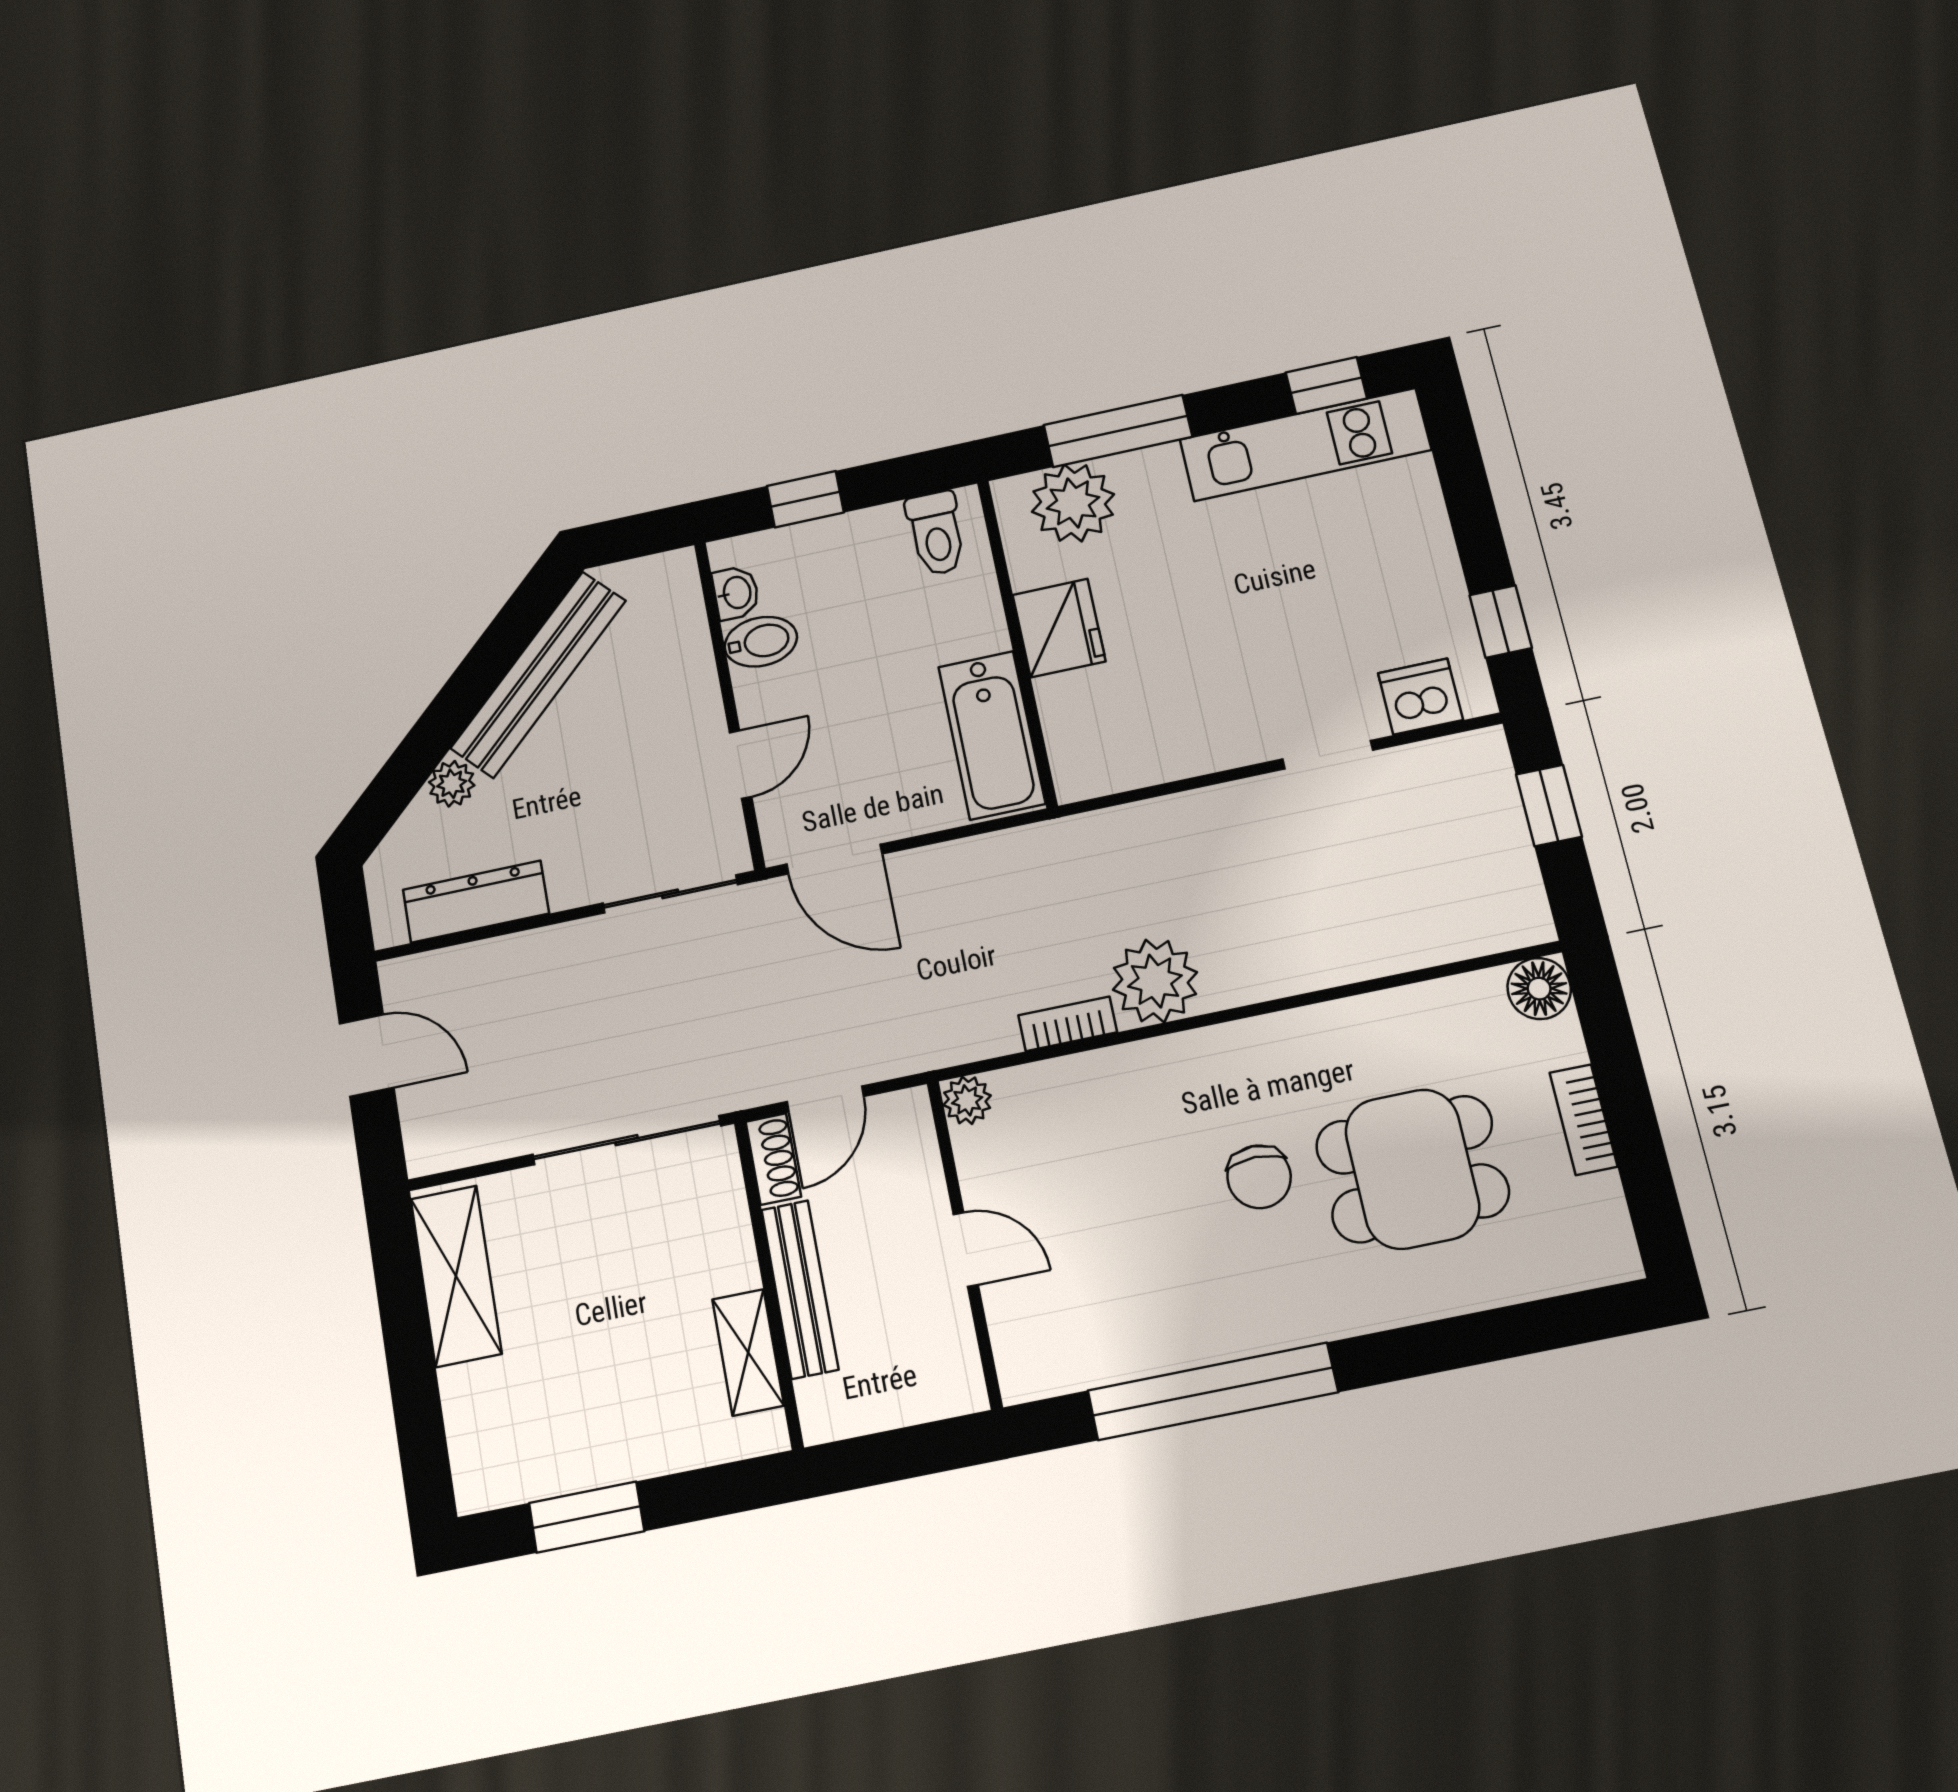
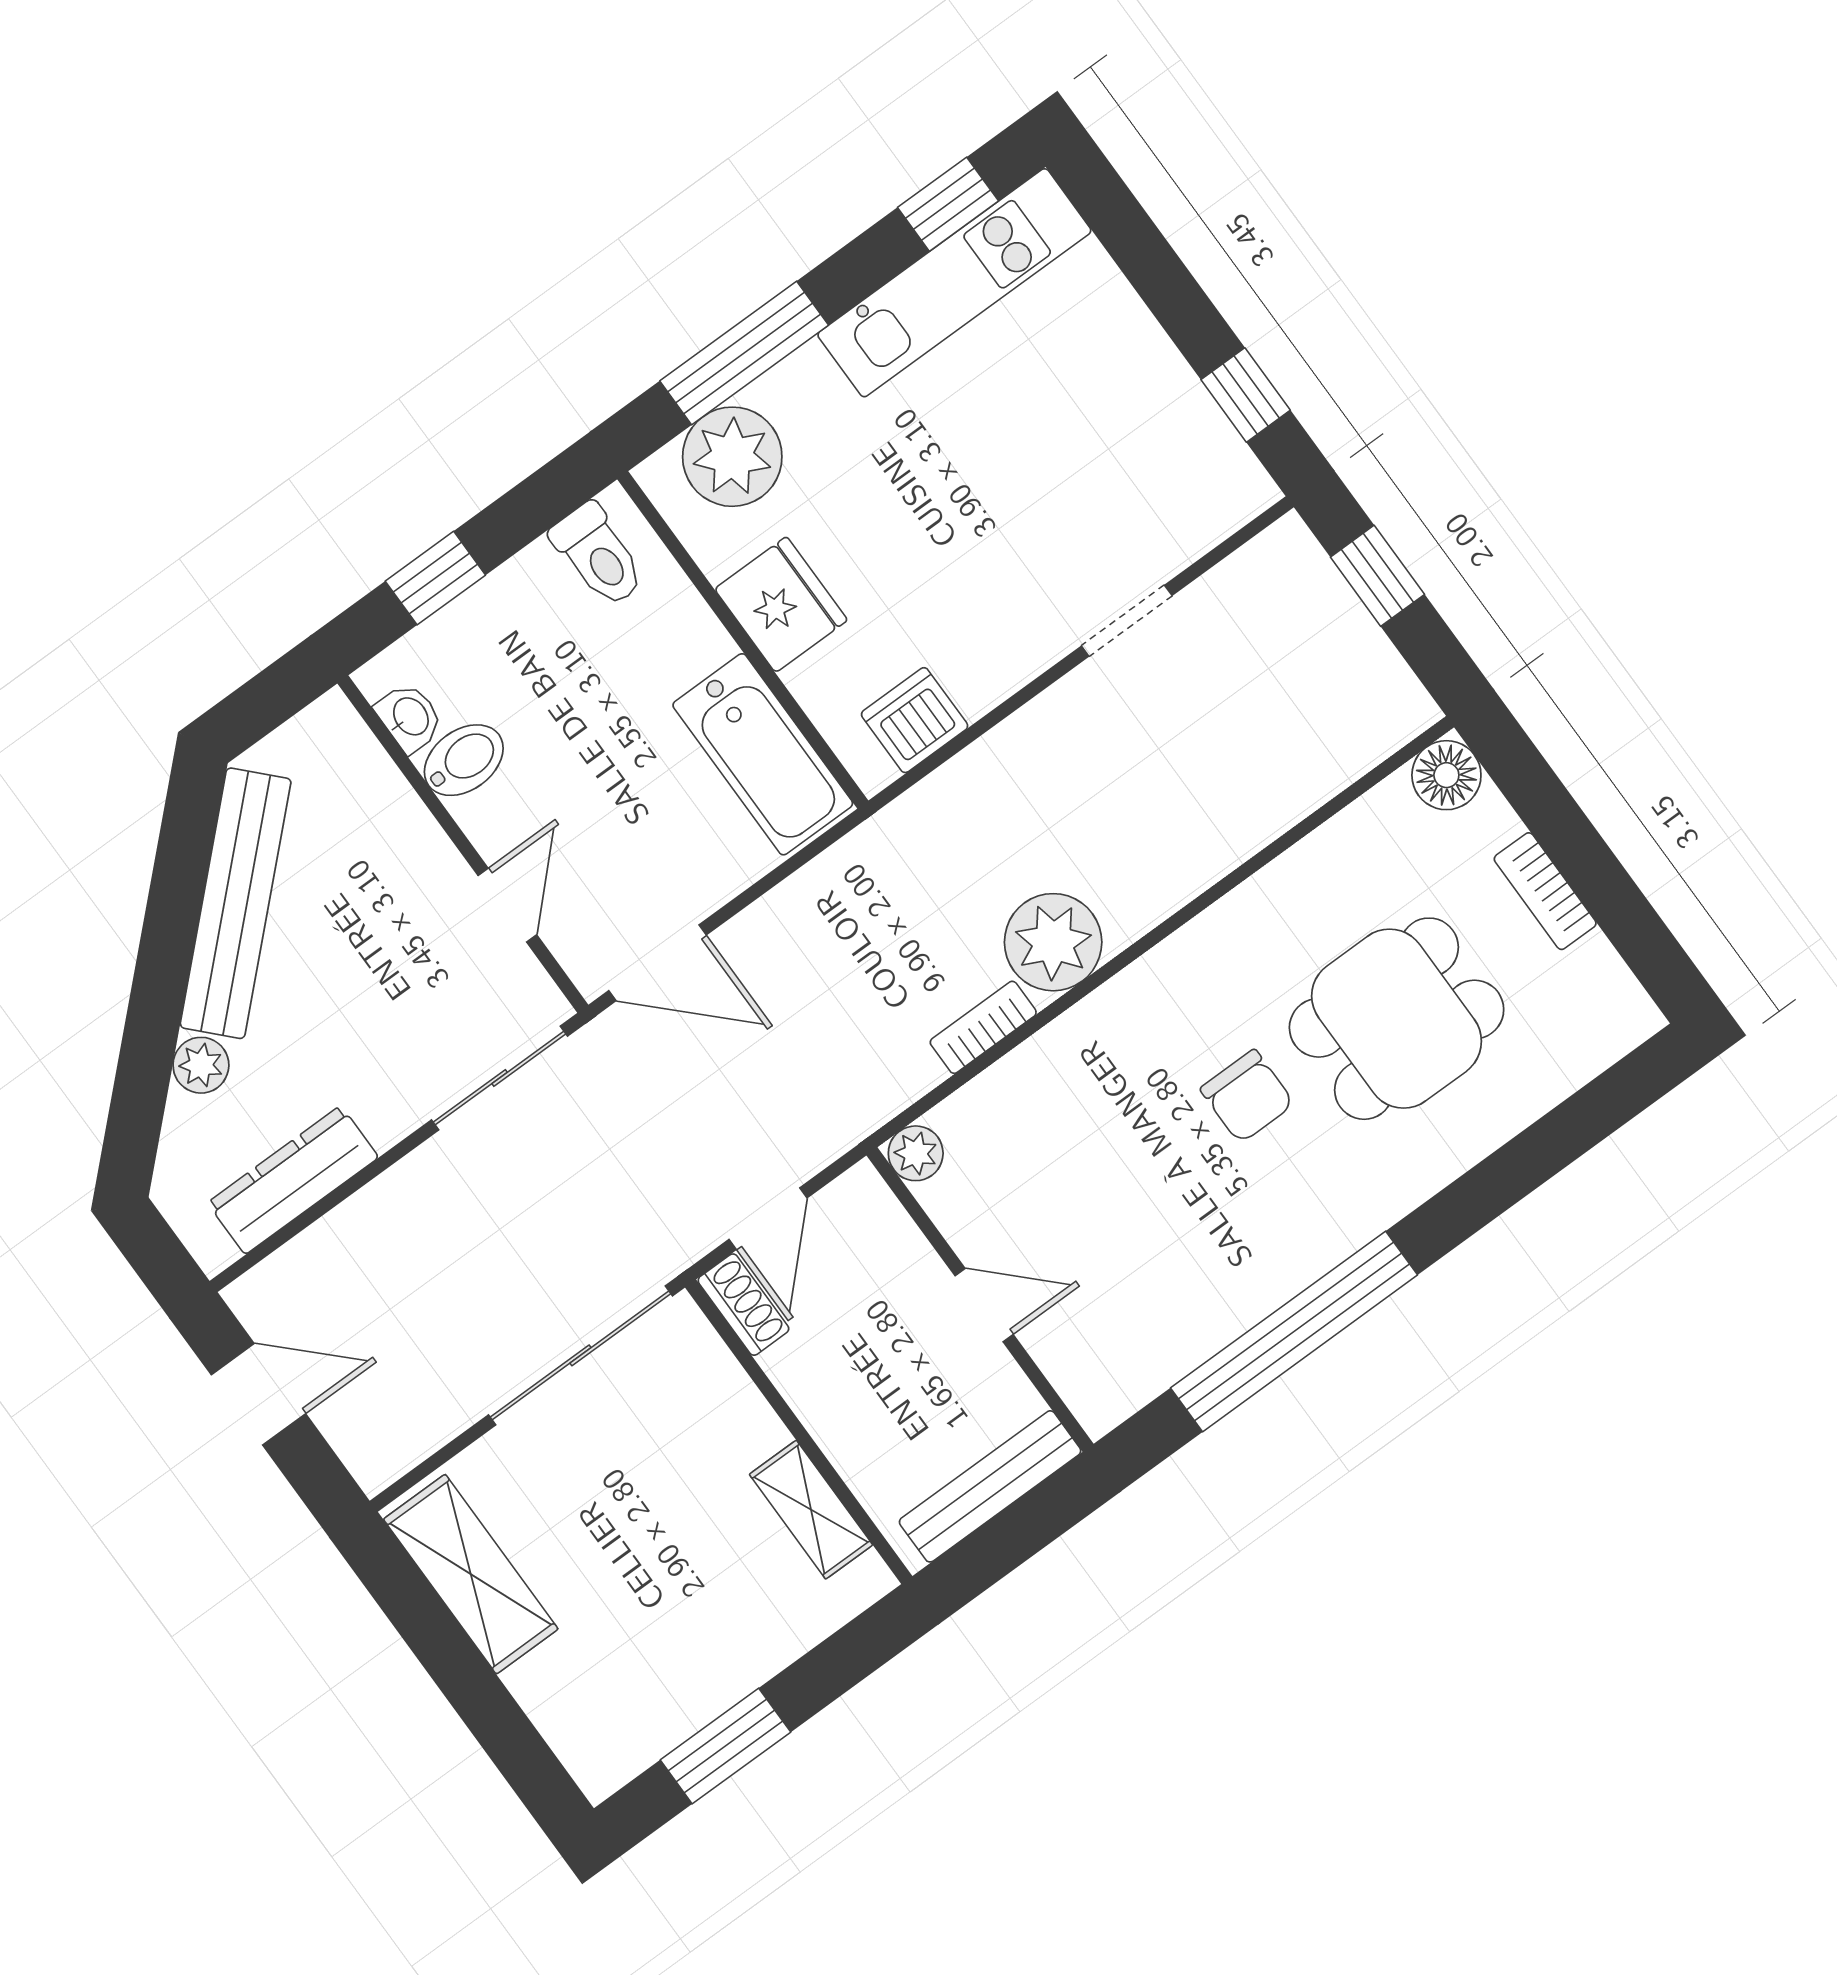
dishwasher: (1420, 696) -> (915, 720), moved
bench: (800, 1289) -> (990, 1486), moved, turned 90

